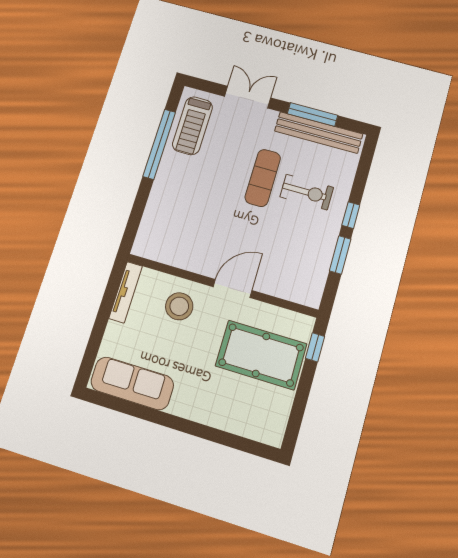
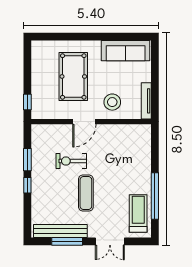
exercise bike: (307, 192) -> (71, 161), moved
pool table: (261, 355) -> (73, 76), moved, turned 90

